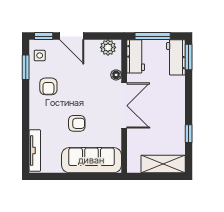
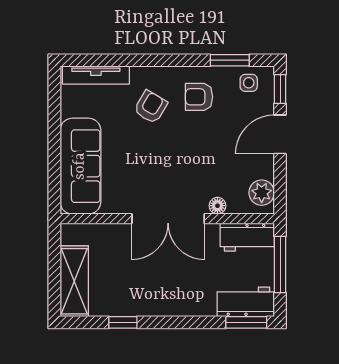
armchair: (77, 123) -> (151, 107), moved, turned -149

